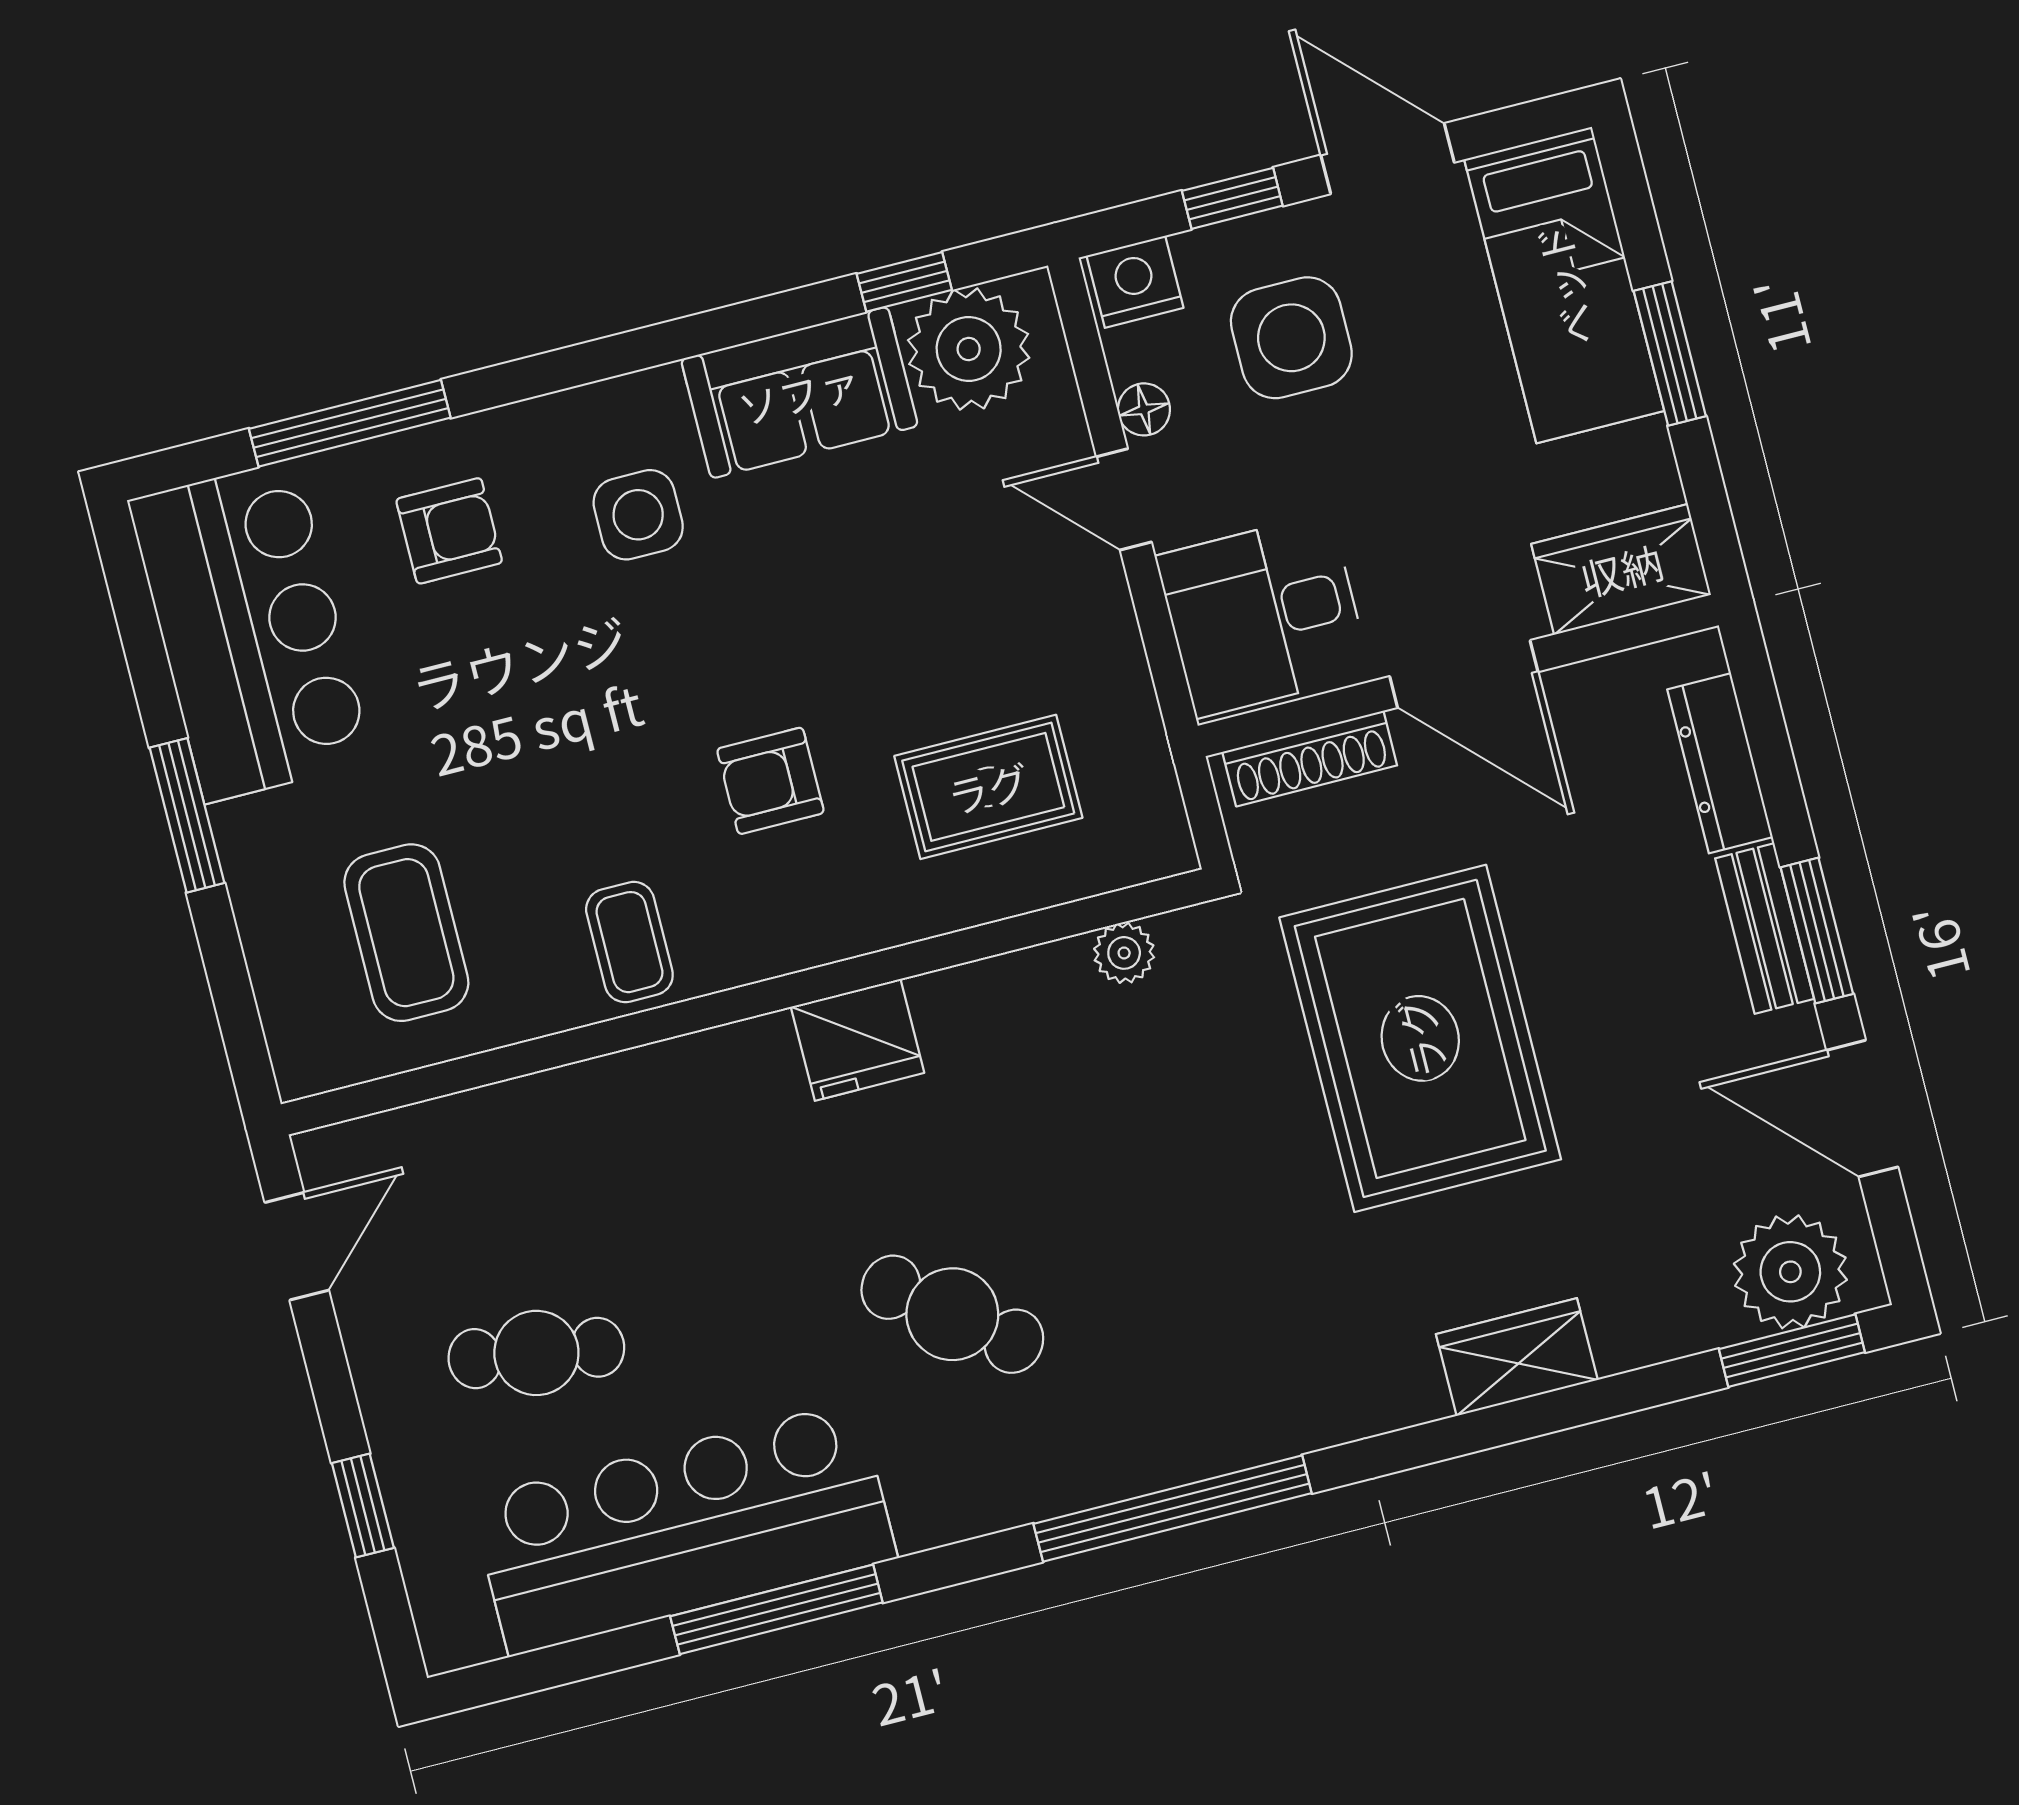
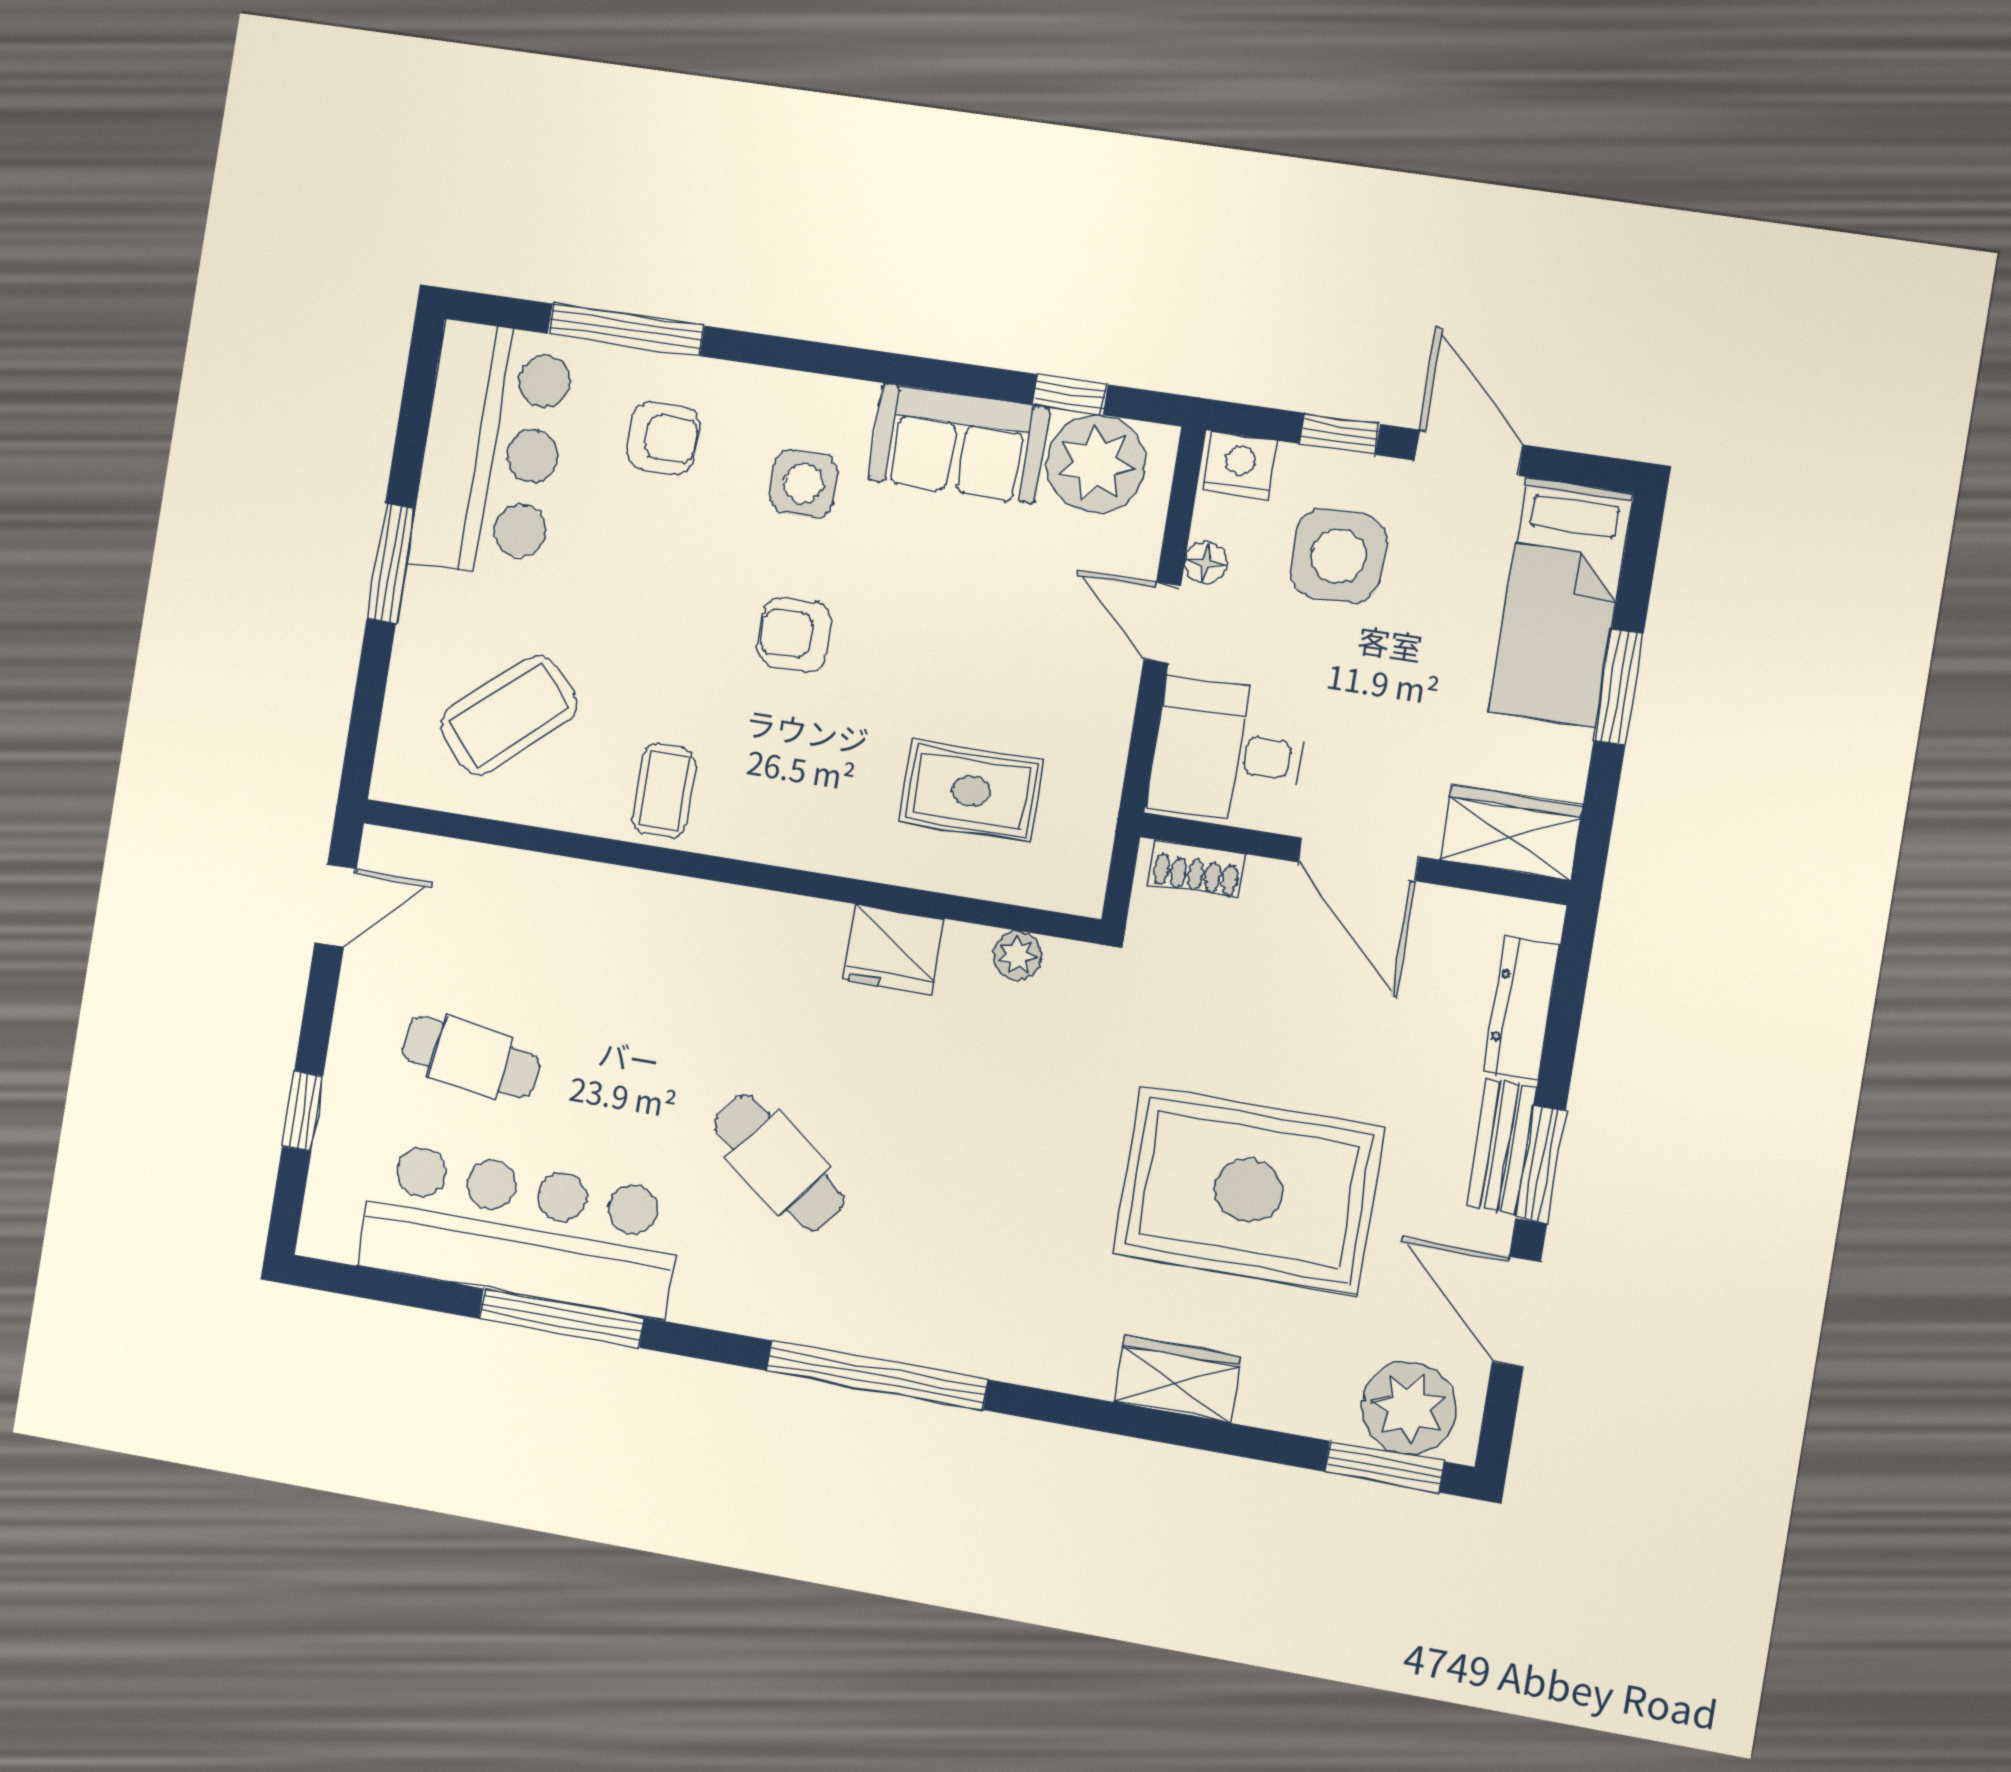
shoe rack: (1310, 759) -> (1196, 869), width x0.70
armchair: (770, 781) -> (794, 635), moved
coffee table: (406, 933) -> (509, 715), turned 49
rug: (1420, 1038) -> (1248, 1190), moved, turned 90
fridge: (858, 1040) -> (893, 949), moved

